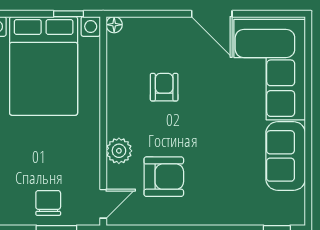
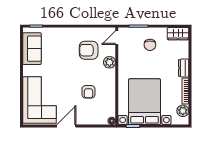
door: (212, 14) -> (66, 126), hinge flipped
sofa: (286, 156) -> (32, 49), moved
chair: (48, 203) -> (150, 45), moved

